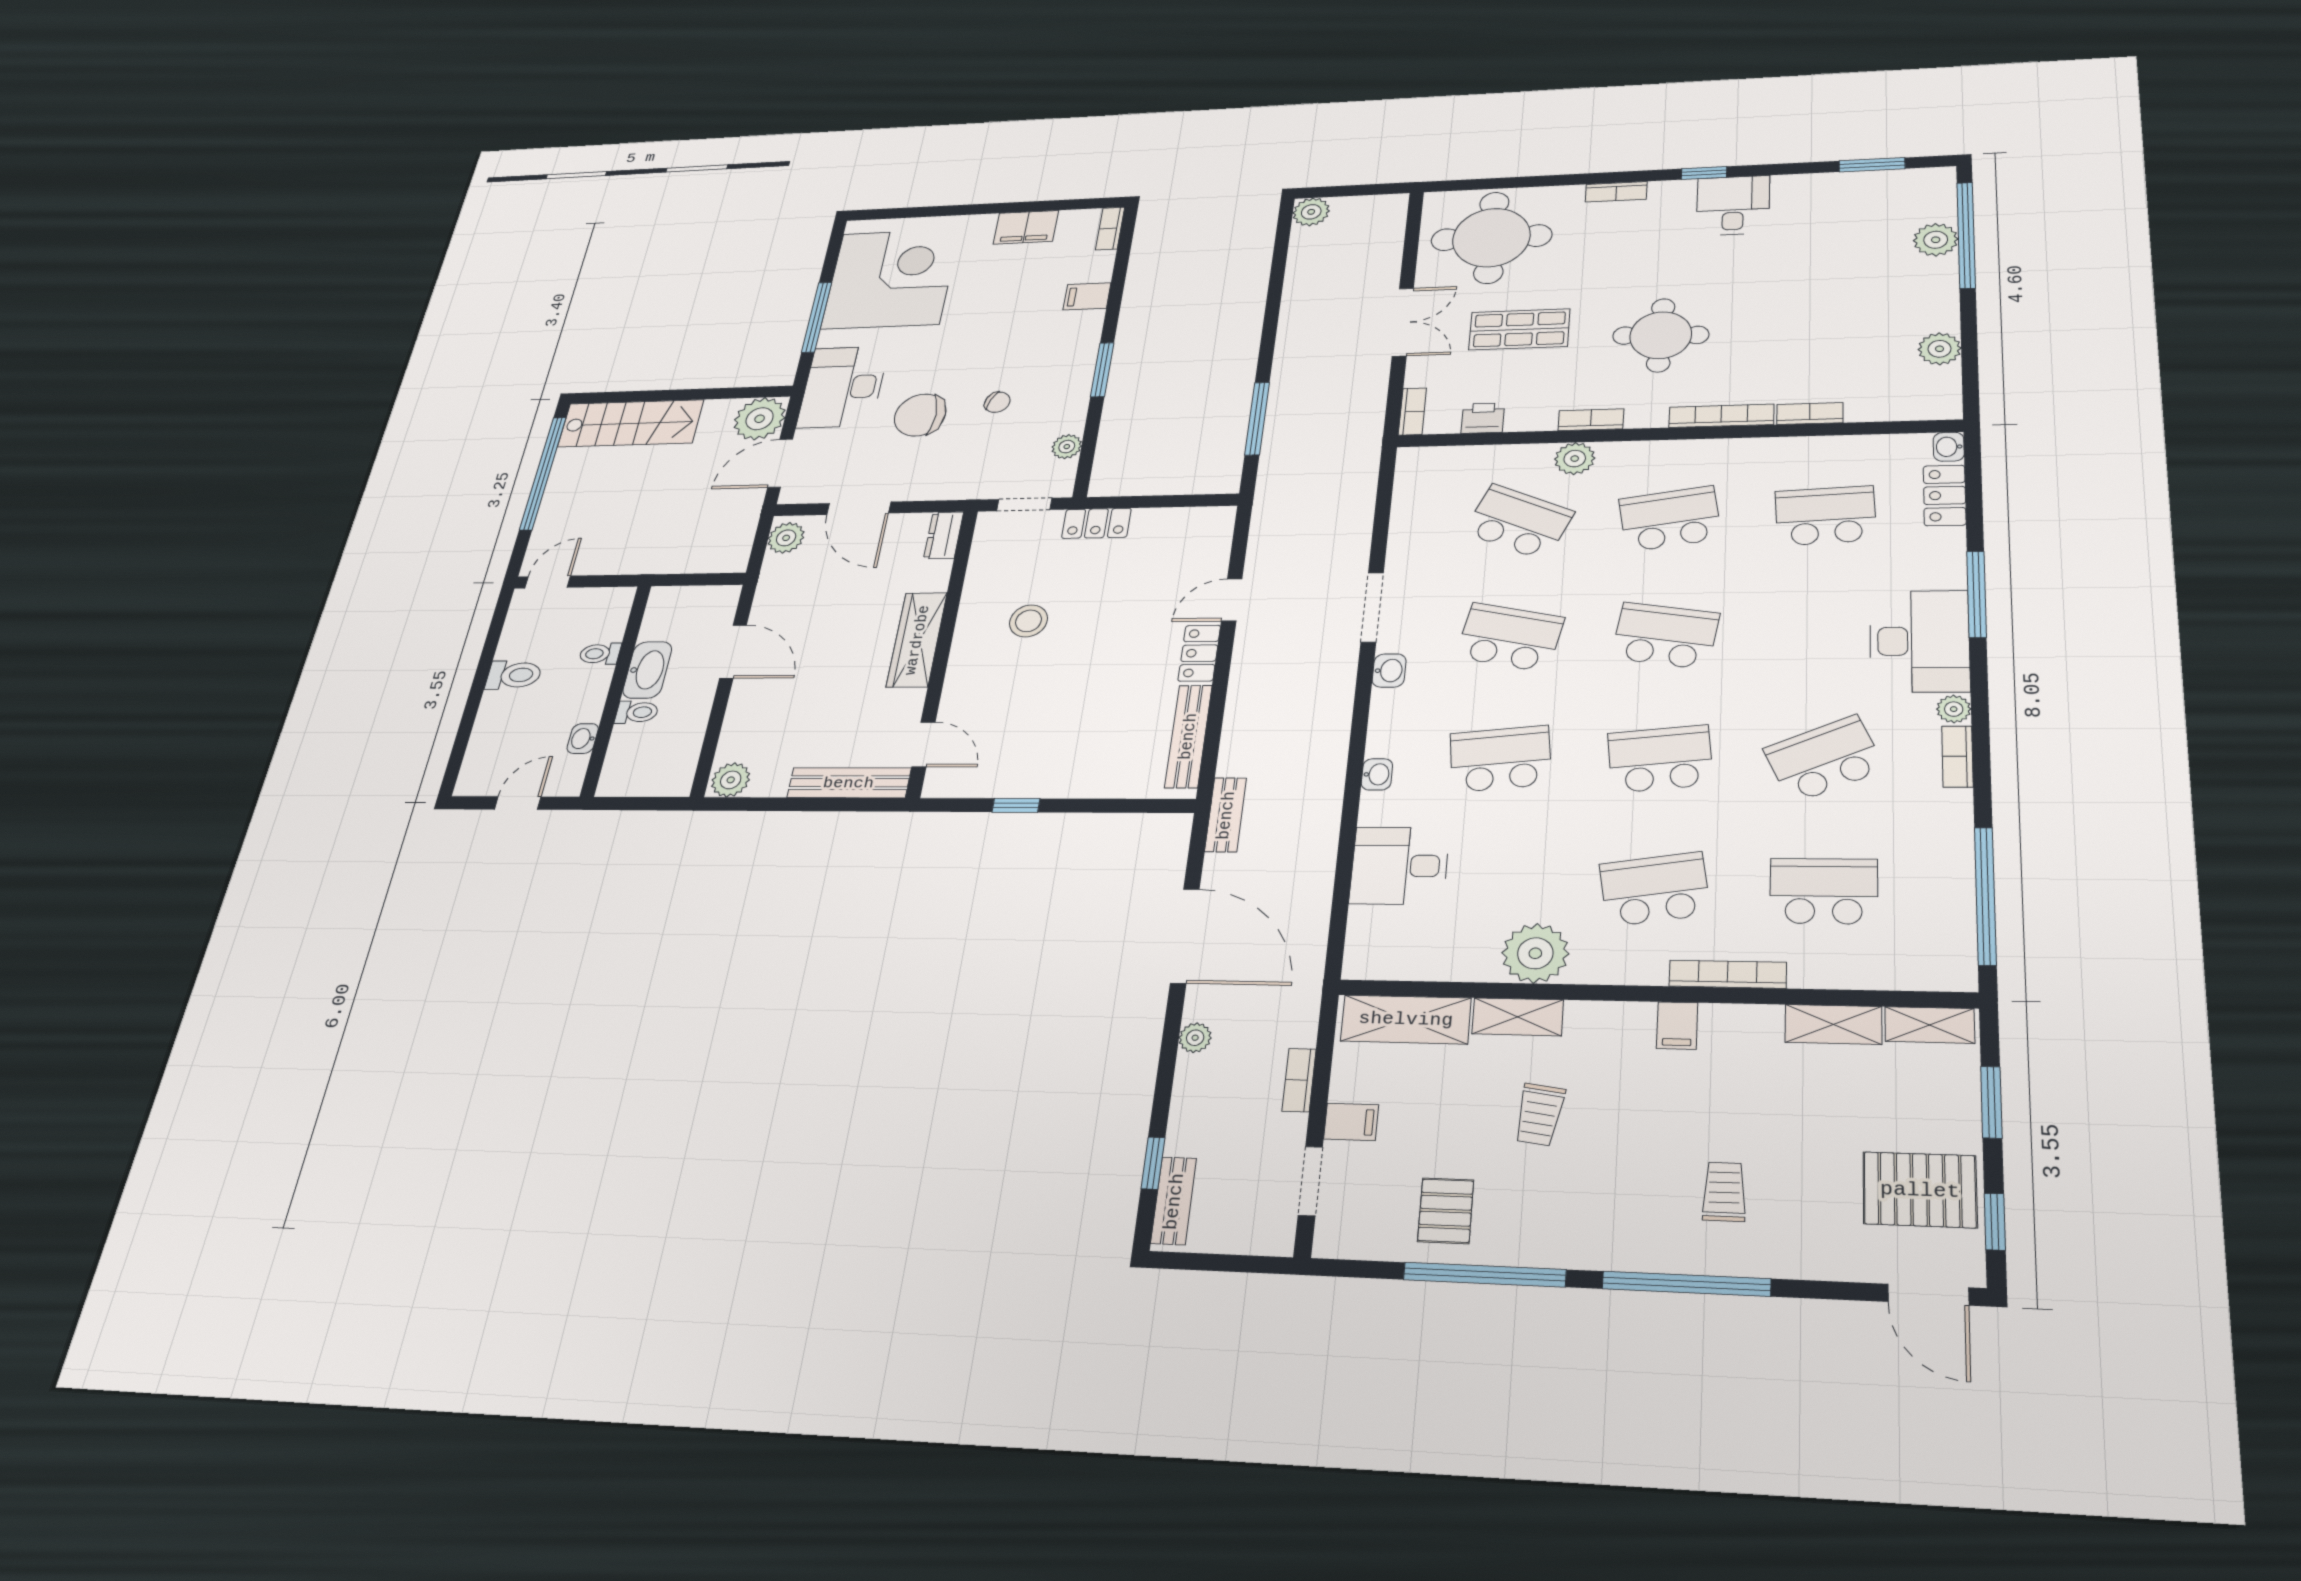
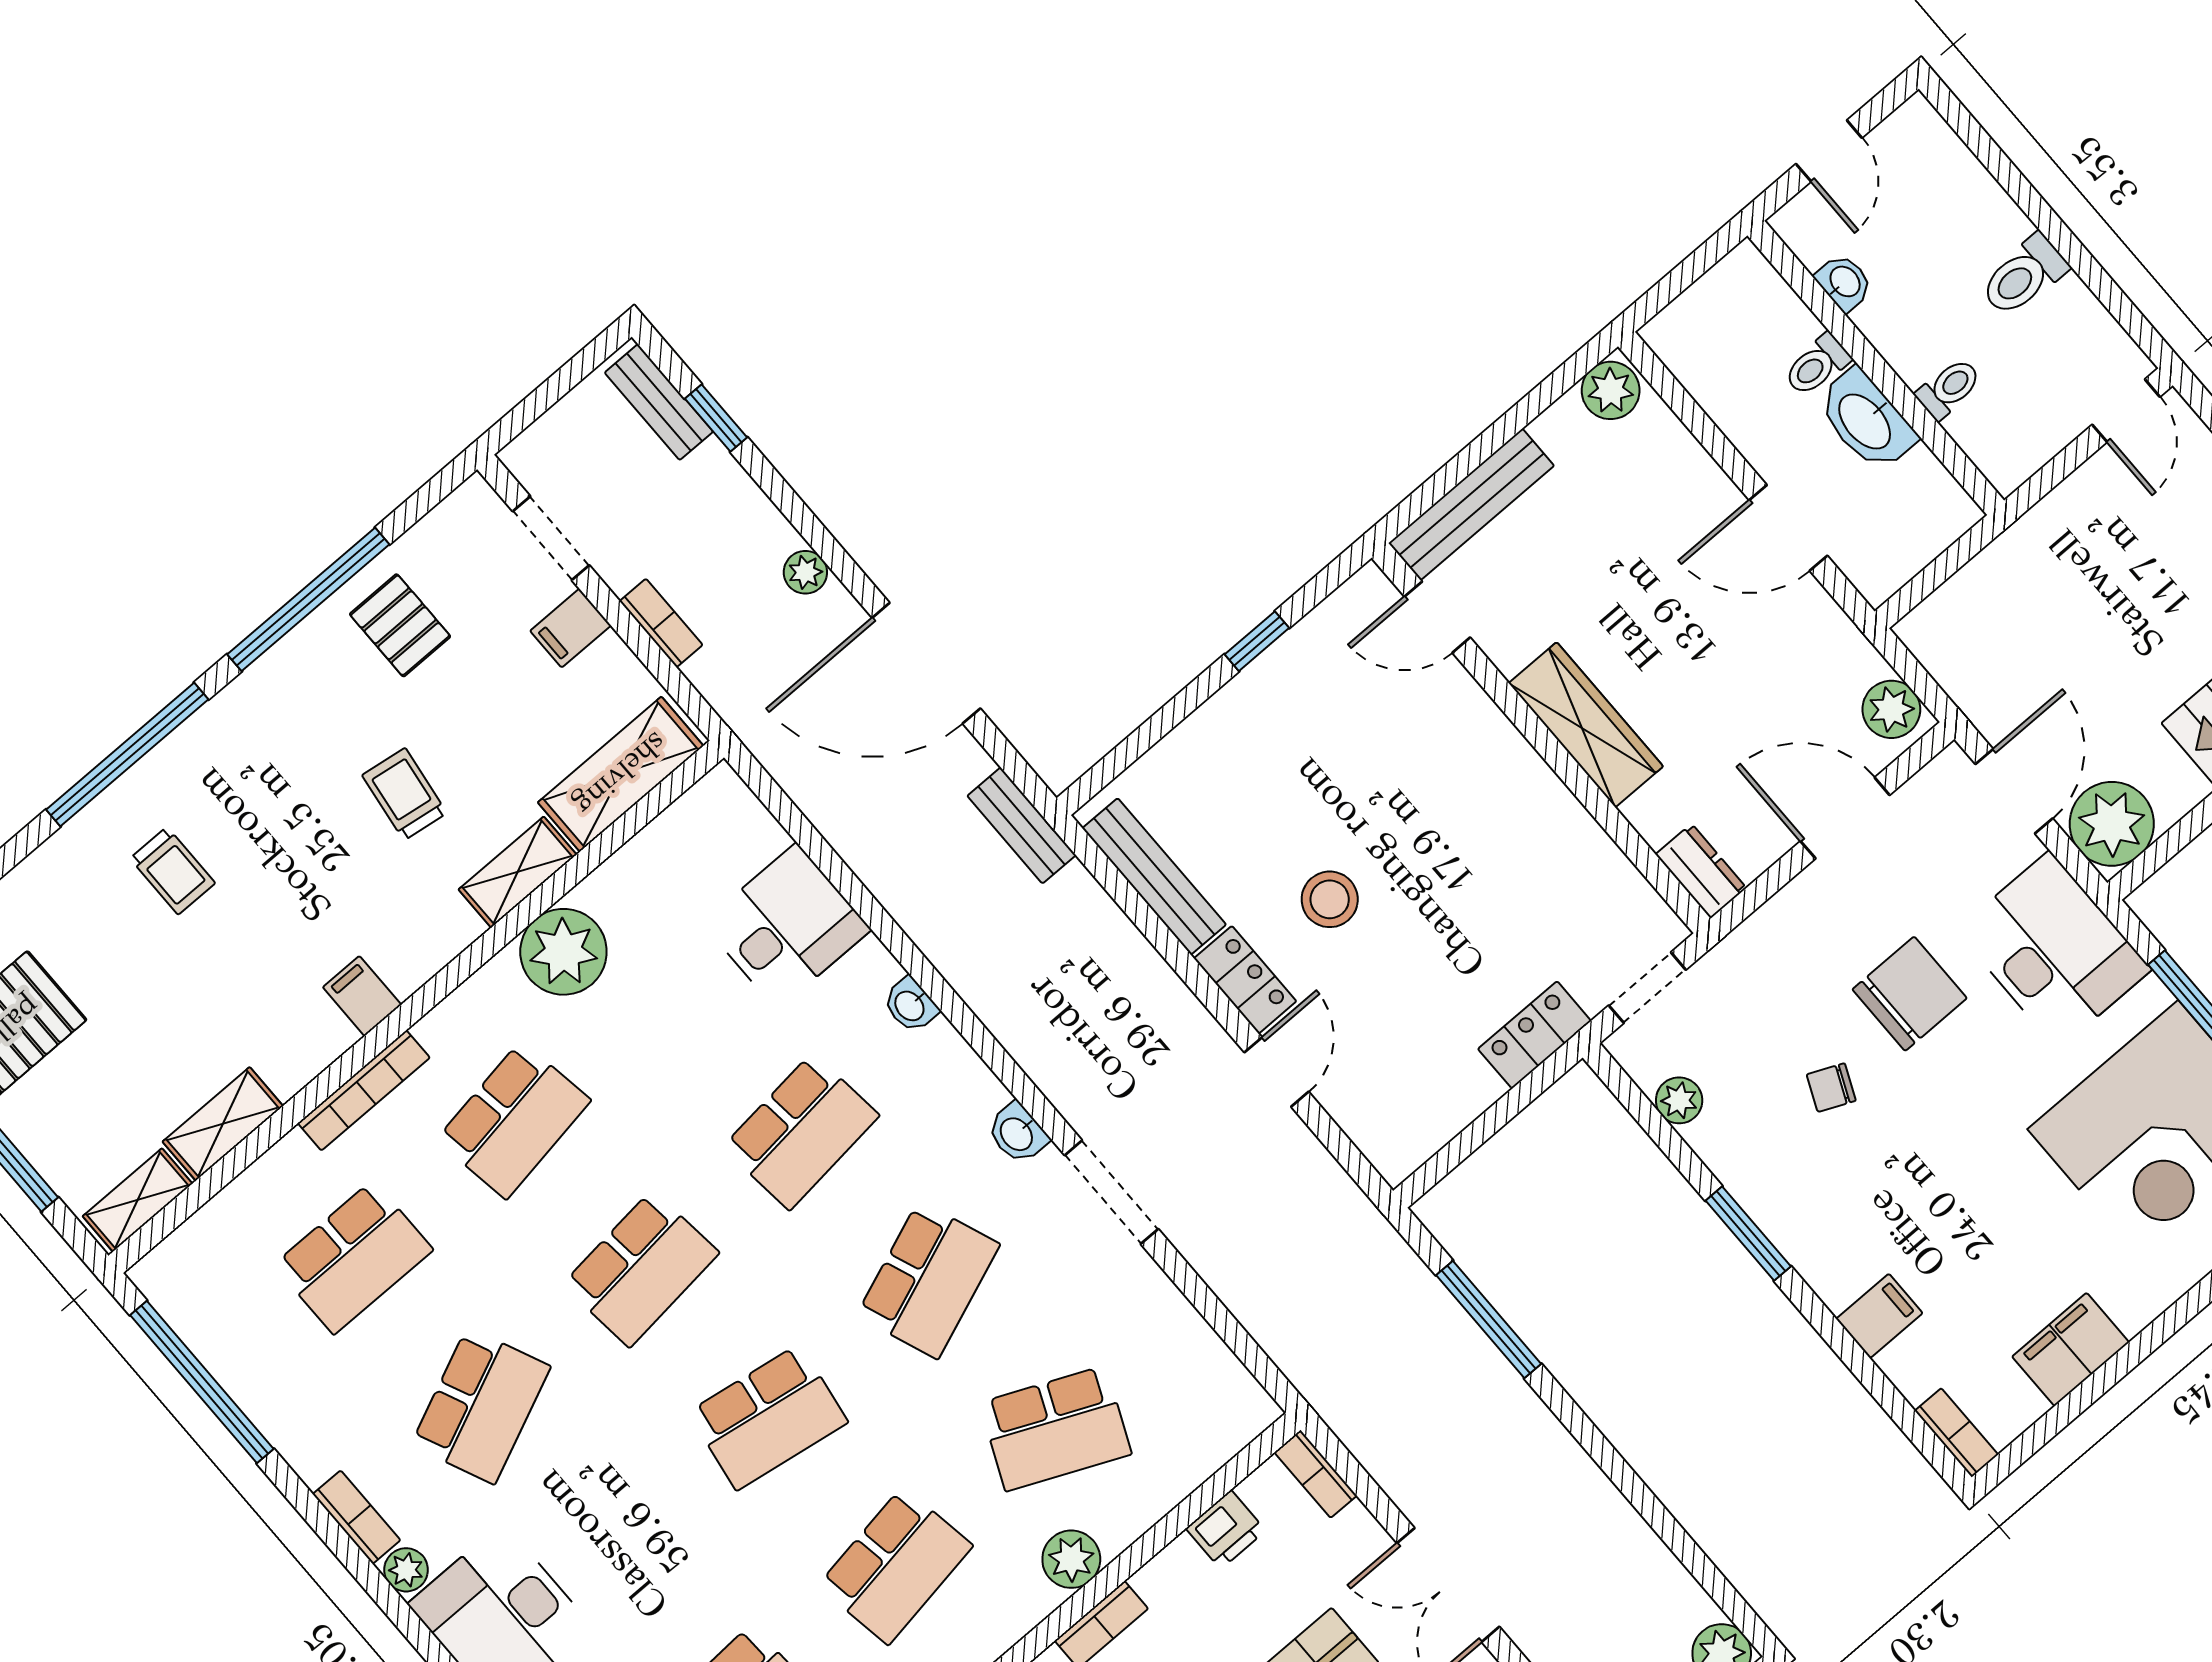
stool: (1028, 621) -> (1330, 899), moved
school desk: (1510, 637) -> (928, 1280), turned -33

